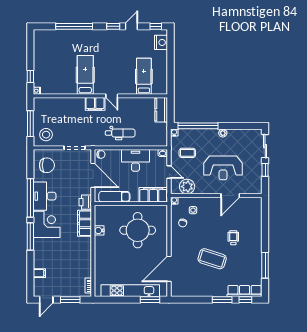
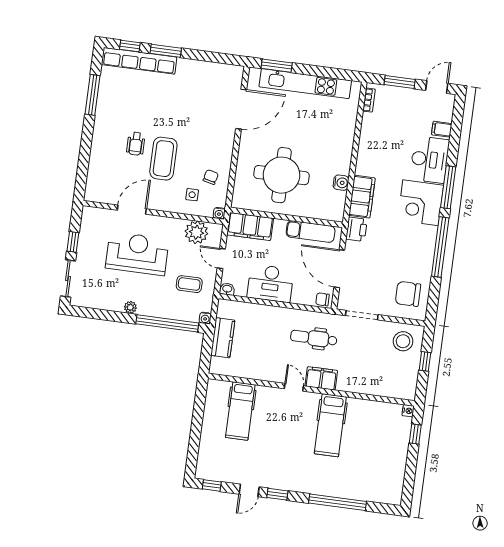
nightstand: (161, 42) -> (207, 460), removed
kitchen counter: (161, 110) -> (223, 338), moved
window: (30, 124) -> (425, 361), width x0.46
dental chair: (120, 133) -> (314, 338), moved
desk: (45, 196) -> (430, 160), moved
coffee table: (212, 259) -> (163, 159), moved, turned 72
row of seats: (245, 291) -> (139, 61), width x1.36

